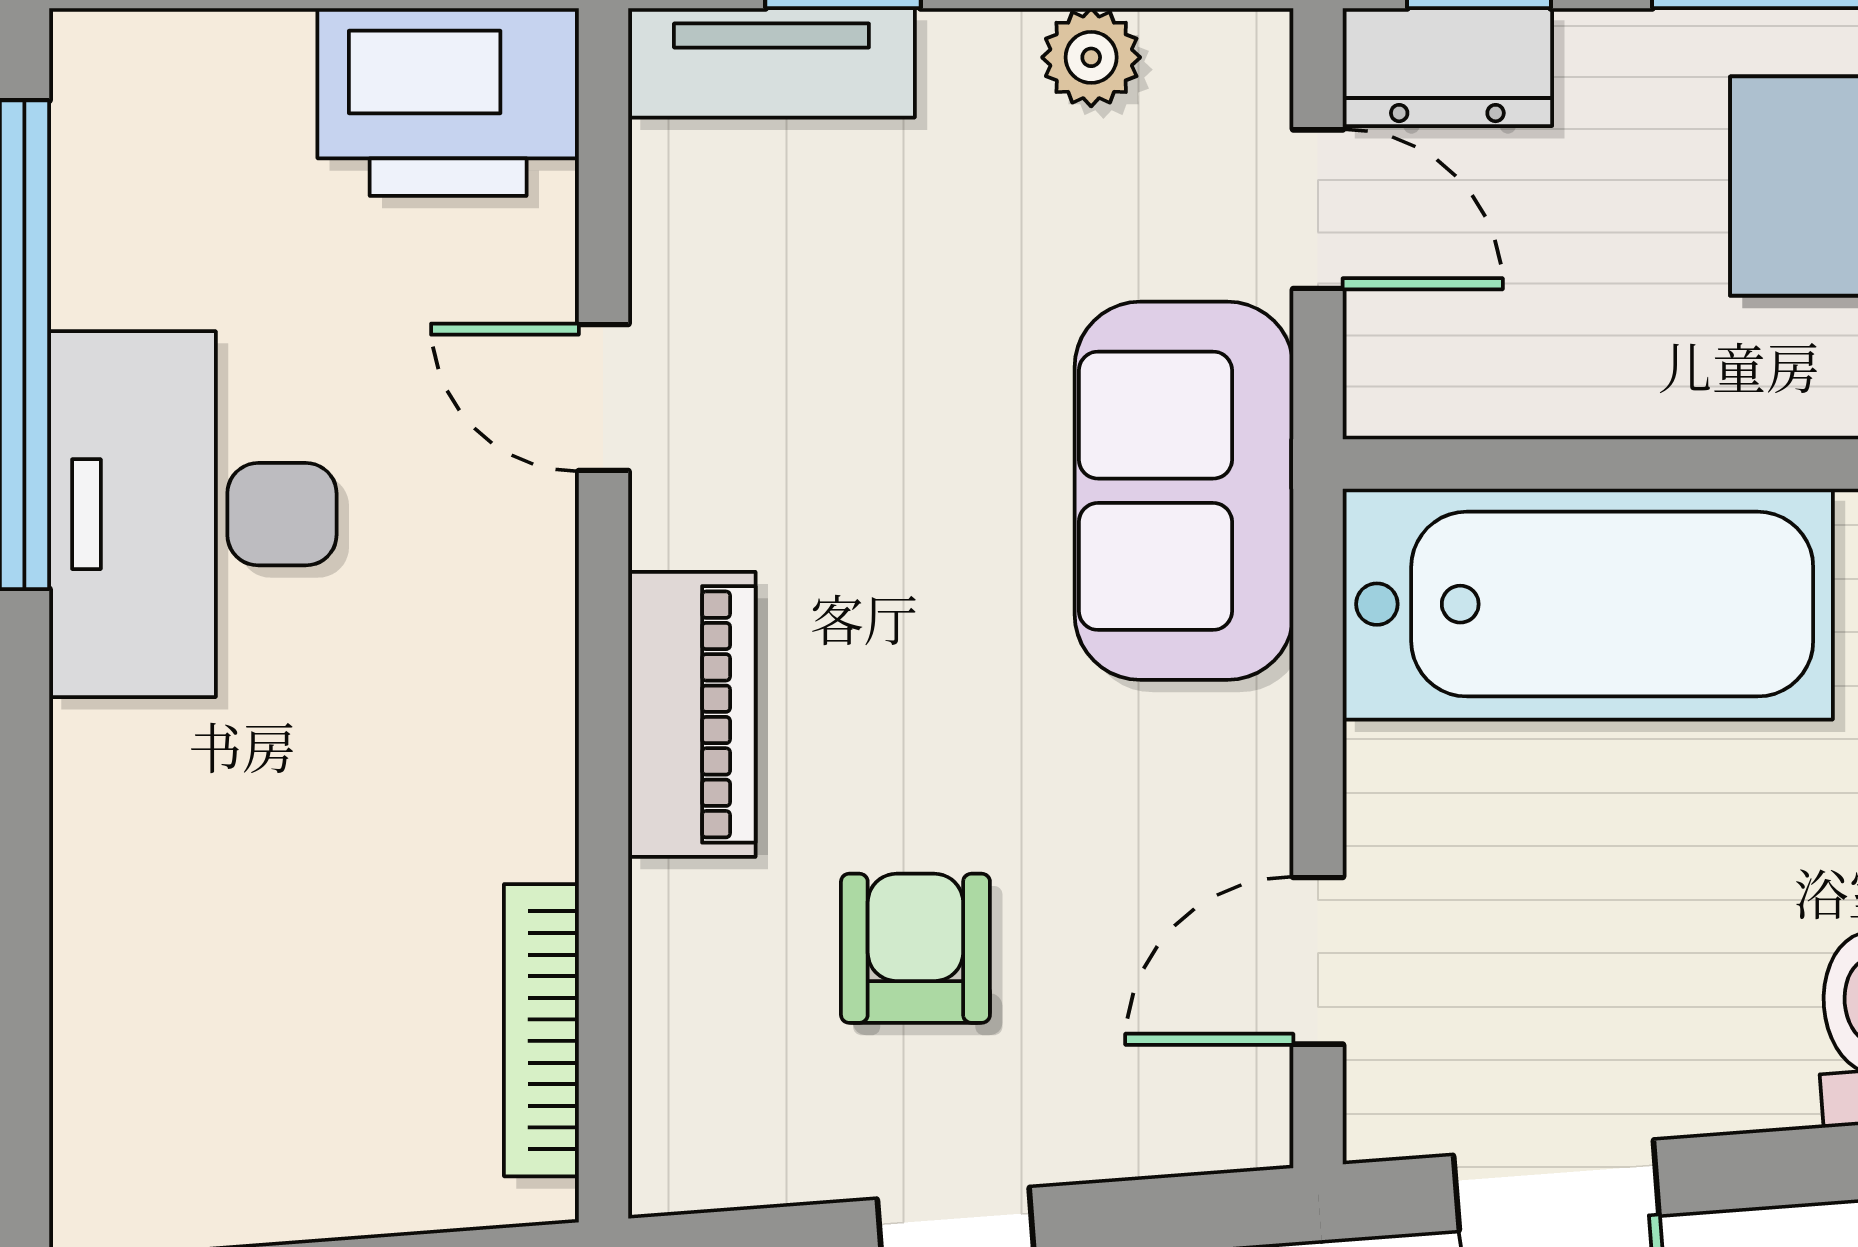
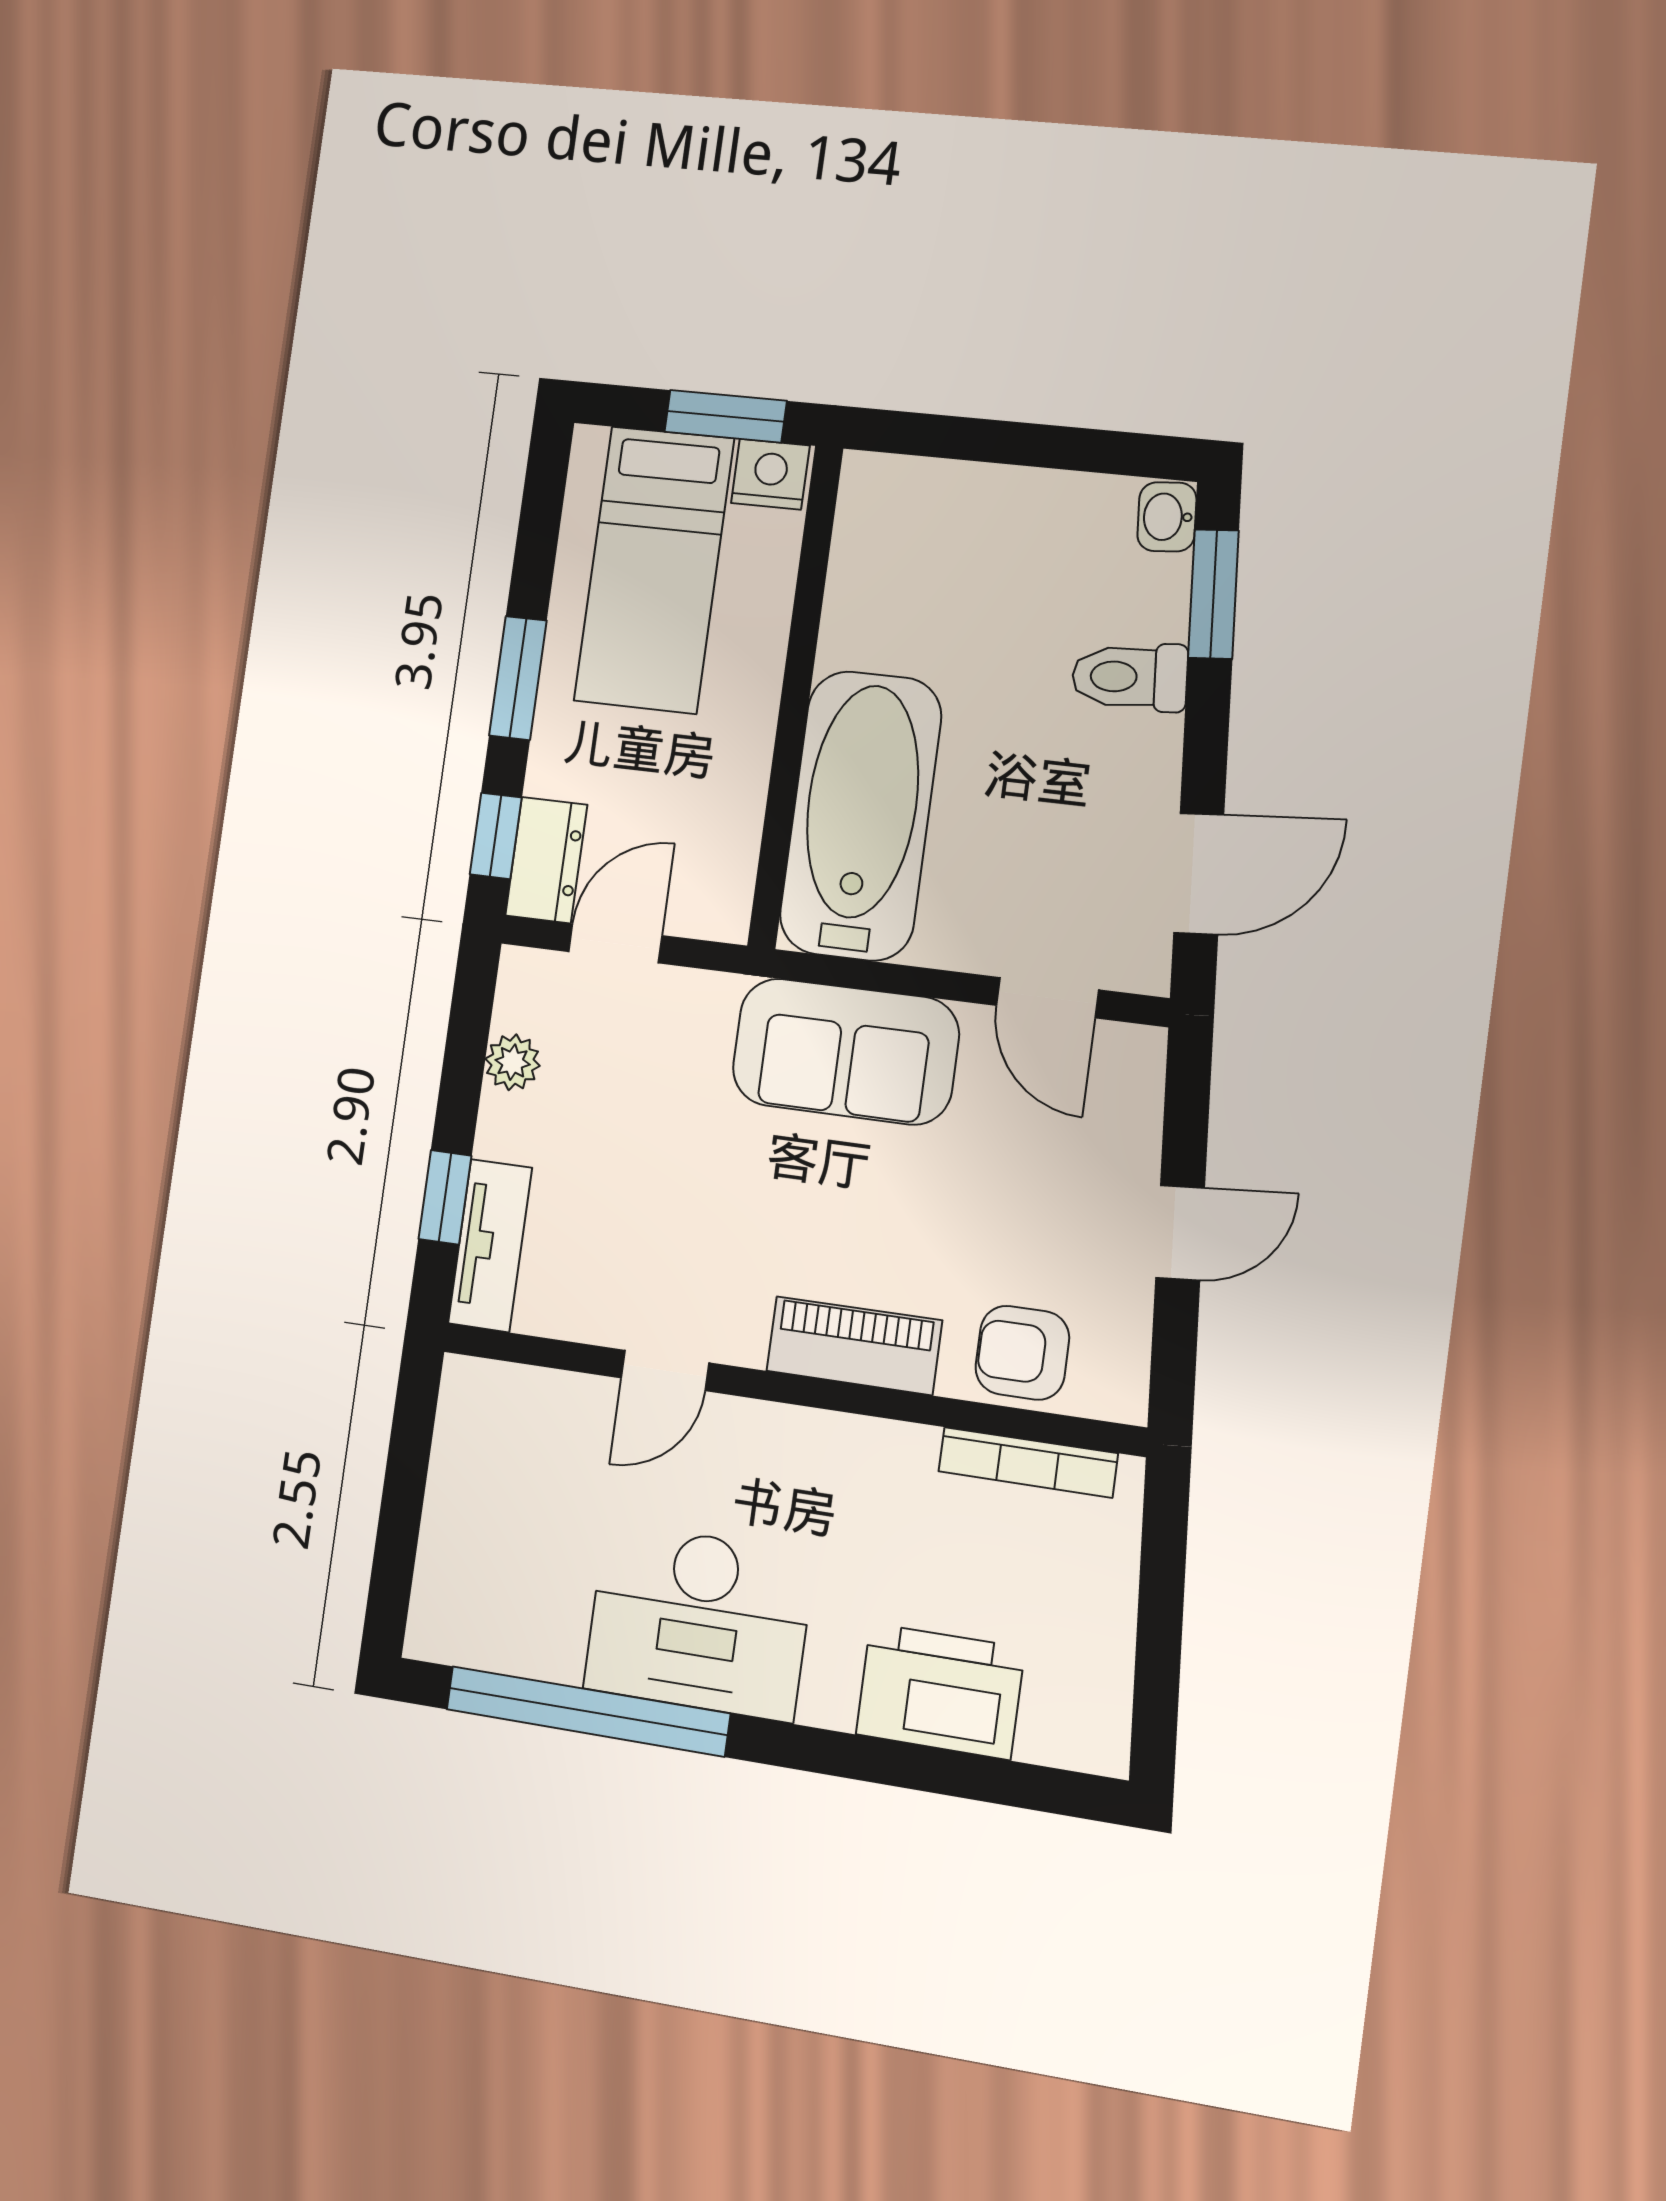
printer: (448, 102) -> (940, 1691), moved, turned -90
sofa: (1184, 491) -> (846, 1051), moved
armchair: (915, 948) -> (1022, 1353), moved

